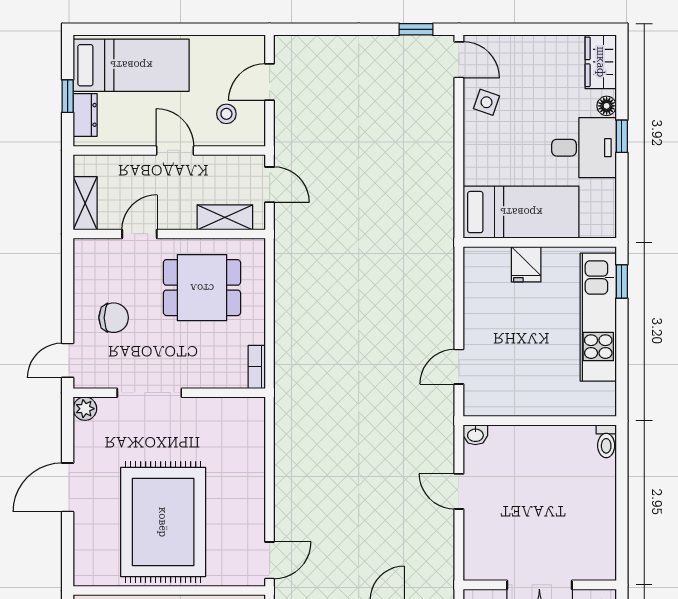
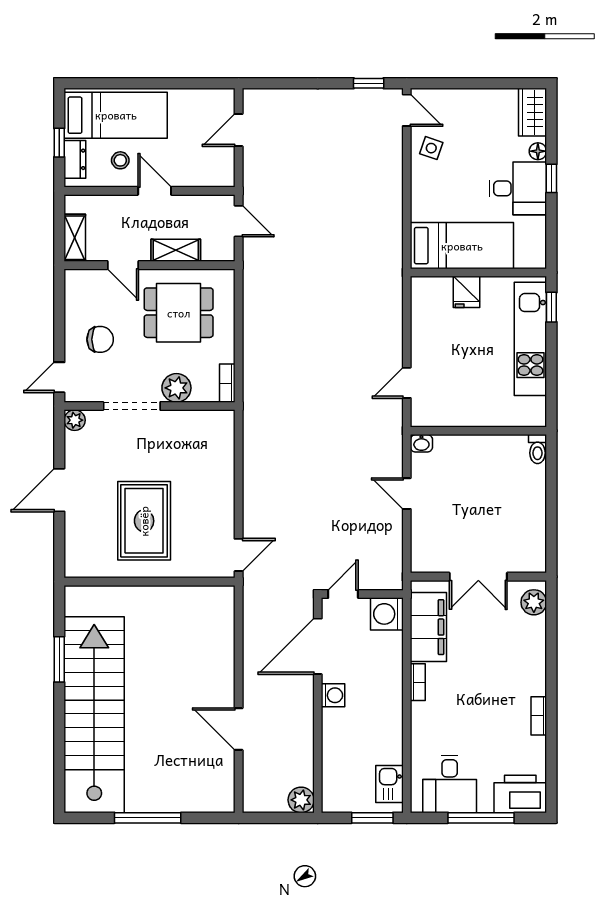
stool: (226, 114) -> (120, 160), moved
shelving: (225, 217) -> (176, 250), moved
door: (139, 234) -> (123, 265), swing flipped
plant: (200, 372) -> (176, 388), added
rug: (163, 522) -> (144, 521), width x0.73, depth x0.69

